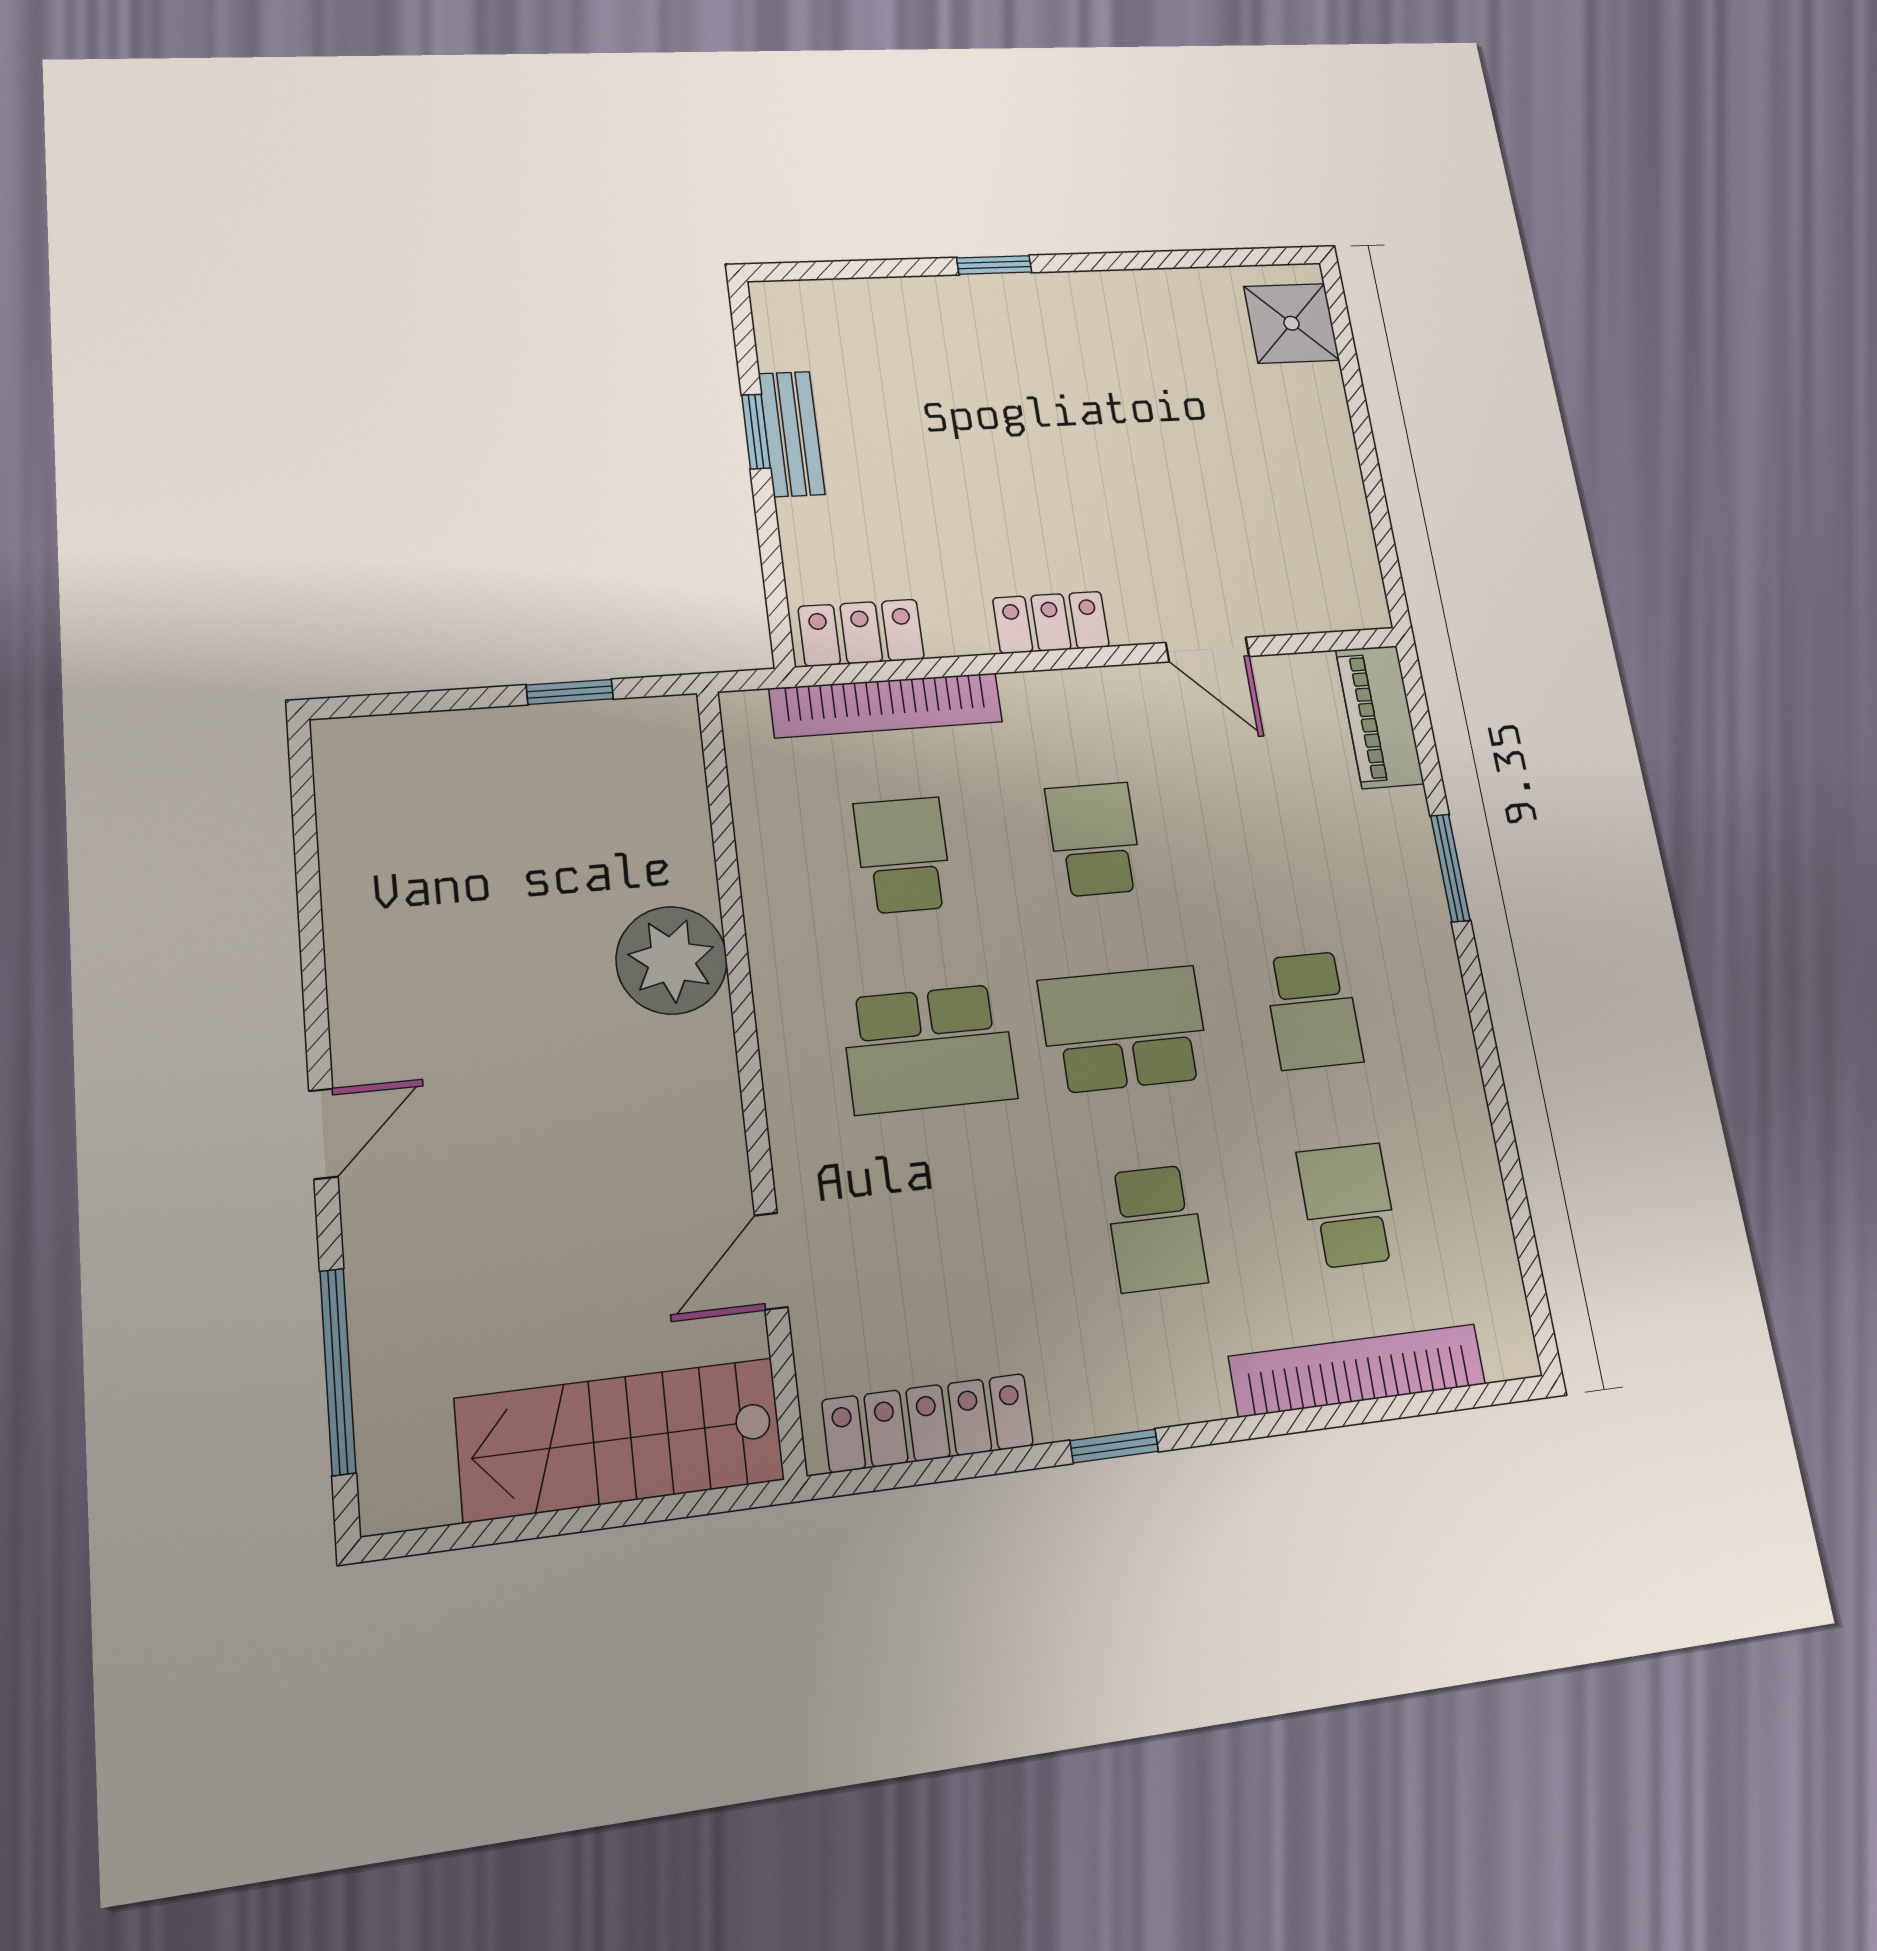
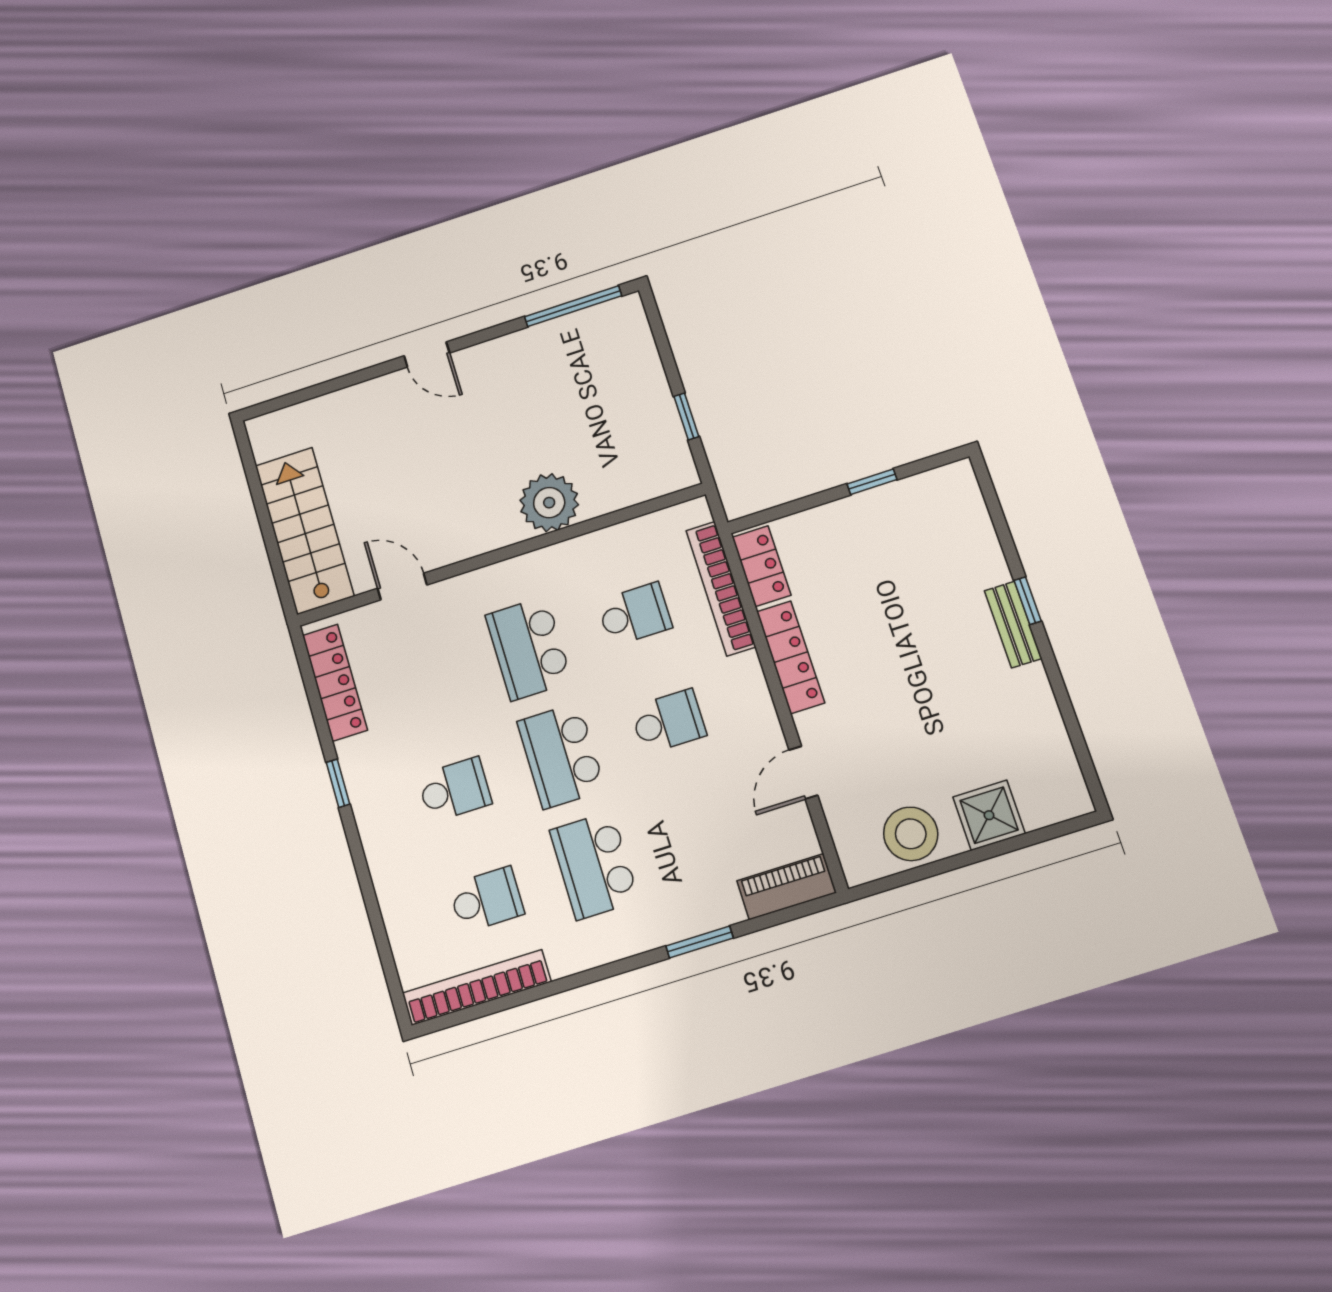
shower: (1291, 323) -> (989, 815), moved
bench: (792, 434) -> (1013, 624), moved, turned 90
stool: (1321, 519) -> (911, 834), added
locker: (1051, 622) -> (791, 657), width x1.53
school desk: (1313, 1010) -> (594, 865), width x1.85
school desk: (1124, 1029) -> (561, 756), turned 180
school desk: (1156, 1228) -> (454, 790), turned 180
bookcase: (1358, 1370) -> (477, 988), moved, turned -90
window: (338, 1371) -> (573, 306), moved

